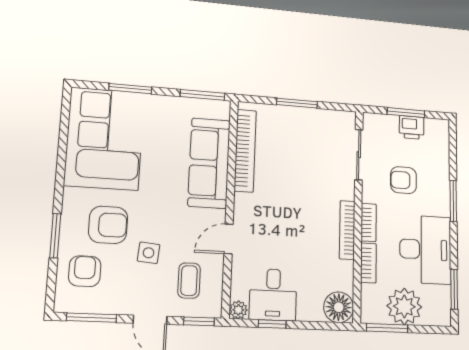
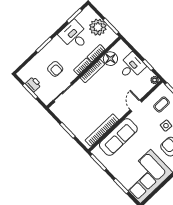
door: (229, 239) -> (136, 106), swing flipped
desk: (425, 250) -> (74, 35), width x0.73
desk: (273, 295) -> (131, 66), moved
floor lamp: (339, 307) -> (110, 59), moved

